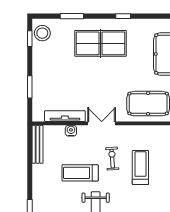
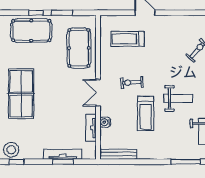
tv unit: (38, 87) -> (63, 154), added
tv unit: (65, 116) -> (91, 128), width x0.71
treadmill: (140, 167) -> (128, 39), moved

